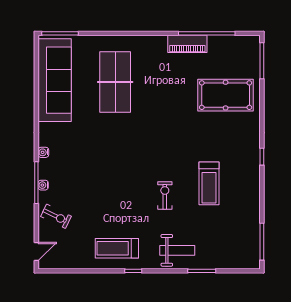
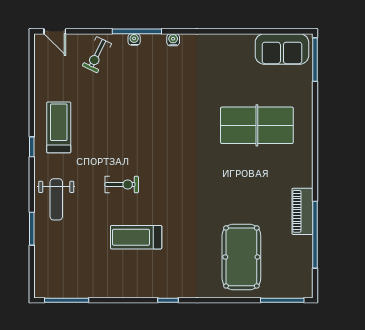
sofa: (55, 80) -> (282, 49), width x0.54, depth x0.79

